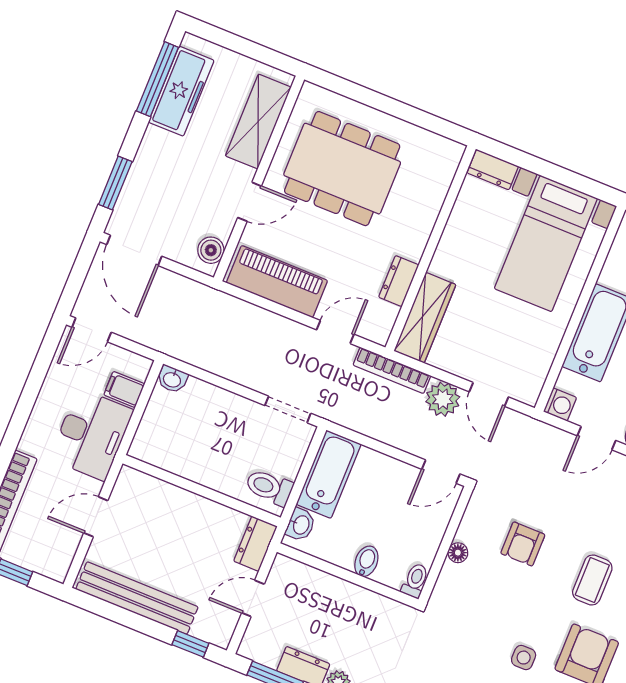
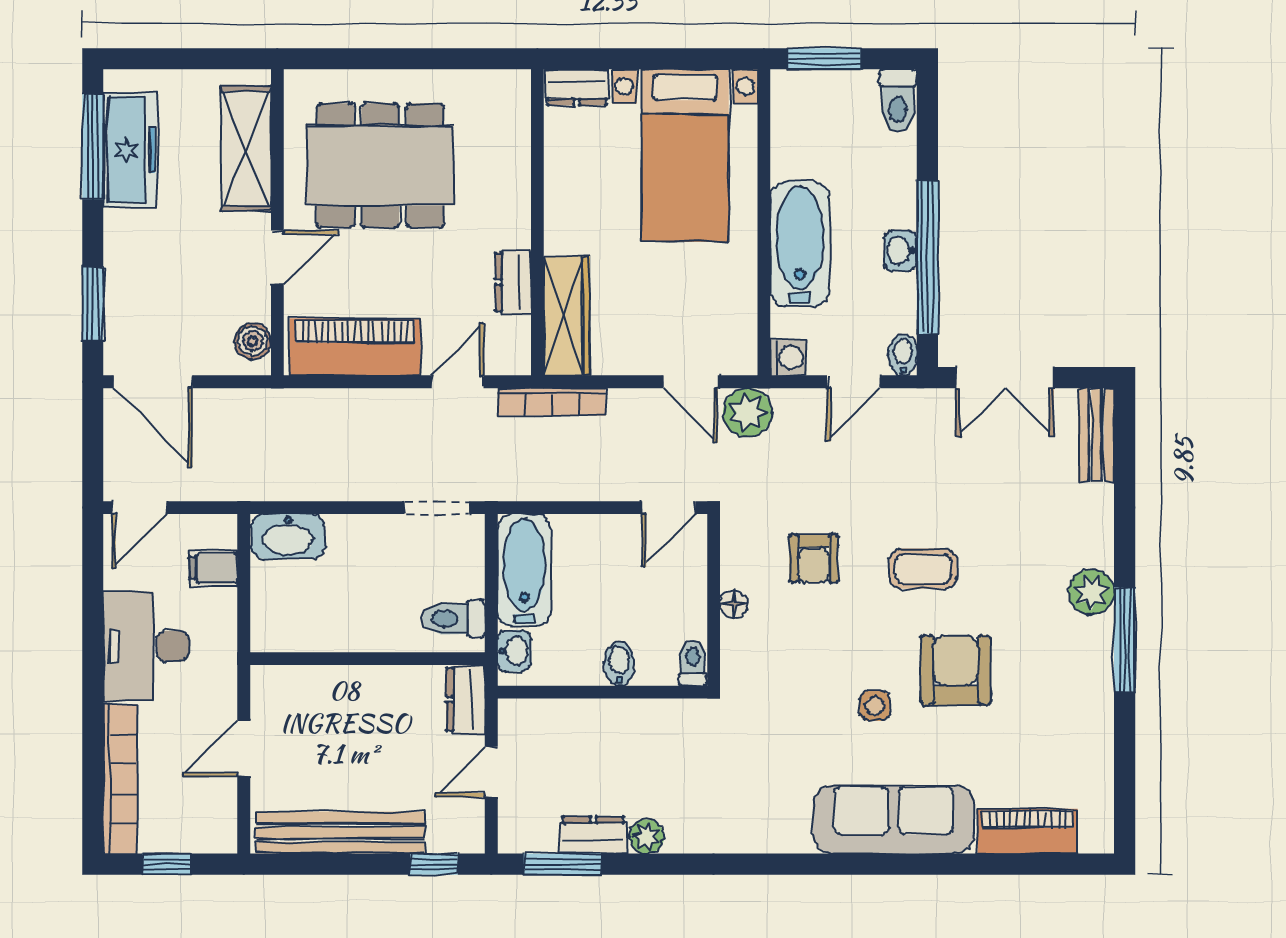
washbasin: (172, 379) -> (288, 536), width x1.91, depth x1.45
plant: (443, 399) -> (747, 412), moved
desk: (91, 435) -> (146, 646), moved, turned 180
coffee table: (592, 580) -> (923, 569), turned 90

